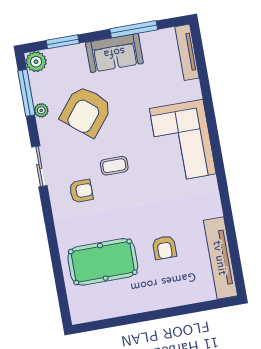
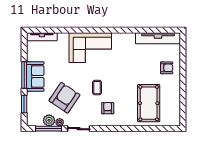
window: (134, 29) -> (24, 75), moved
plant: (36, 62) -> (49, 120), moved
armchair: (86, 111) -> (64, 98), turned -95
sliding door: (39, 166) -> (79, 129), moved
armchair: (164, 248) -> (167, 68), moved

